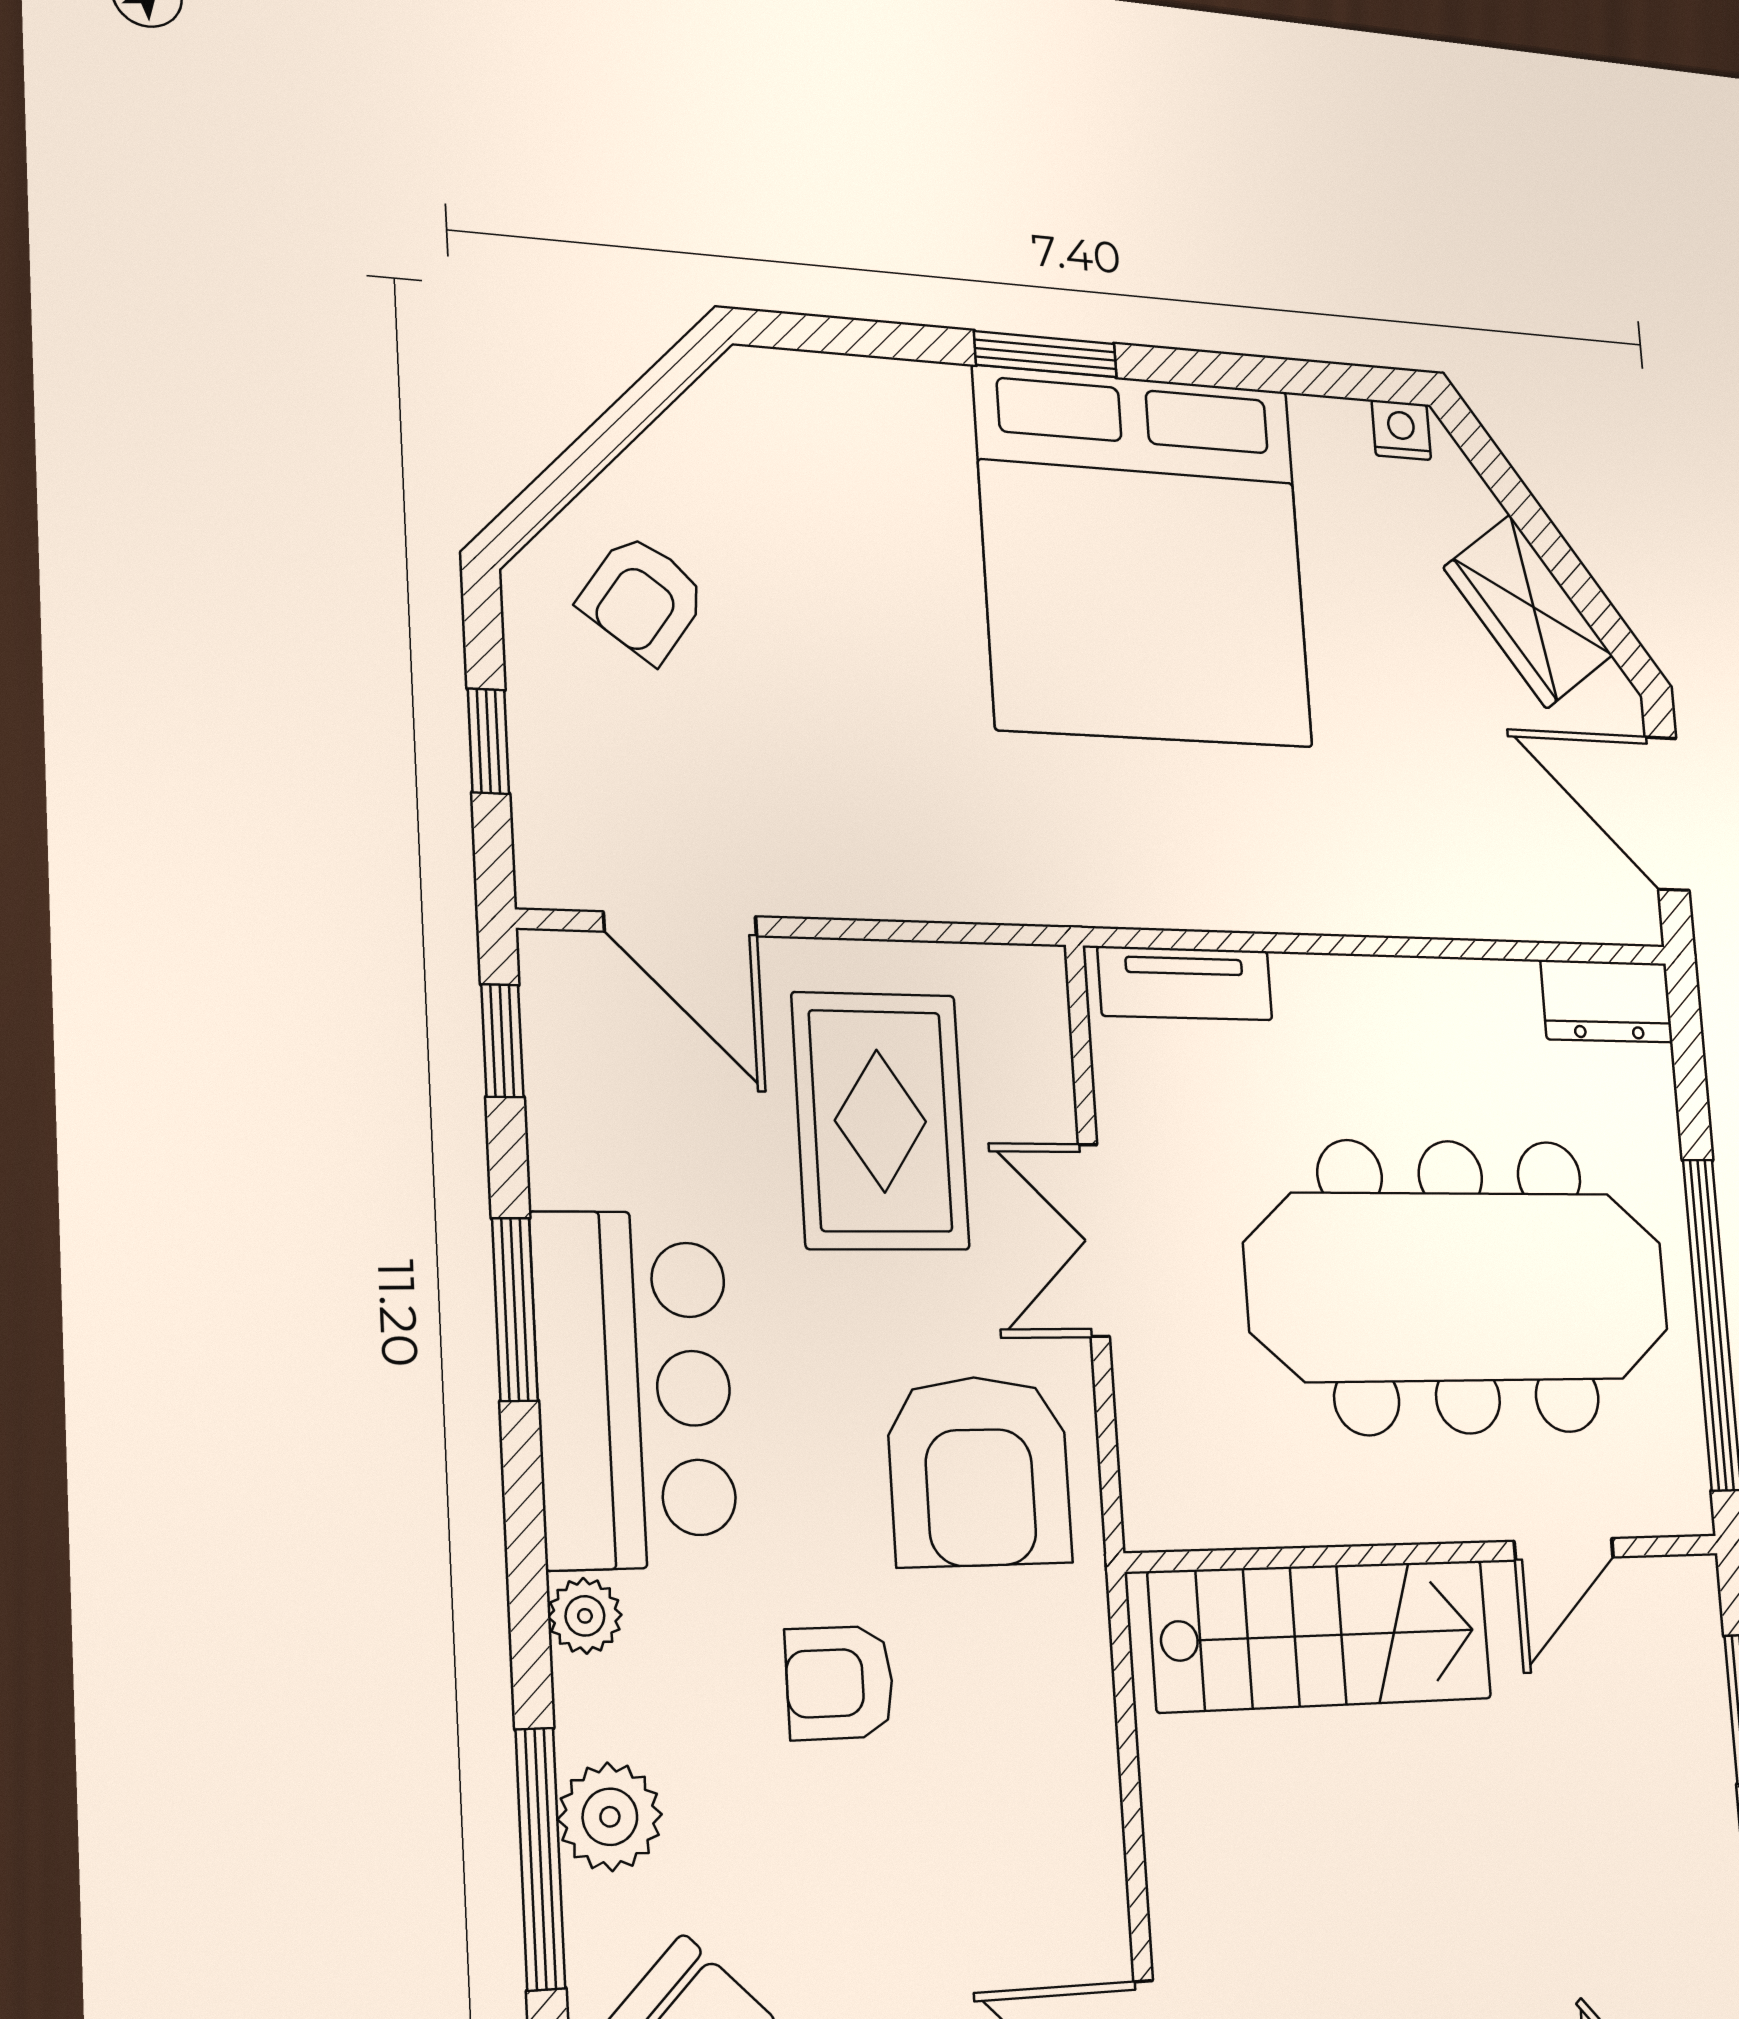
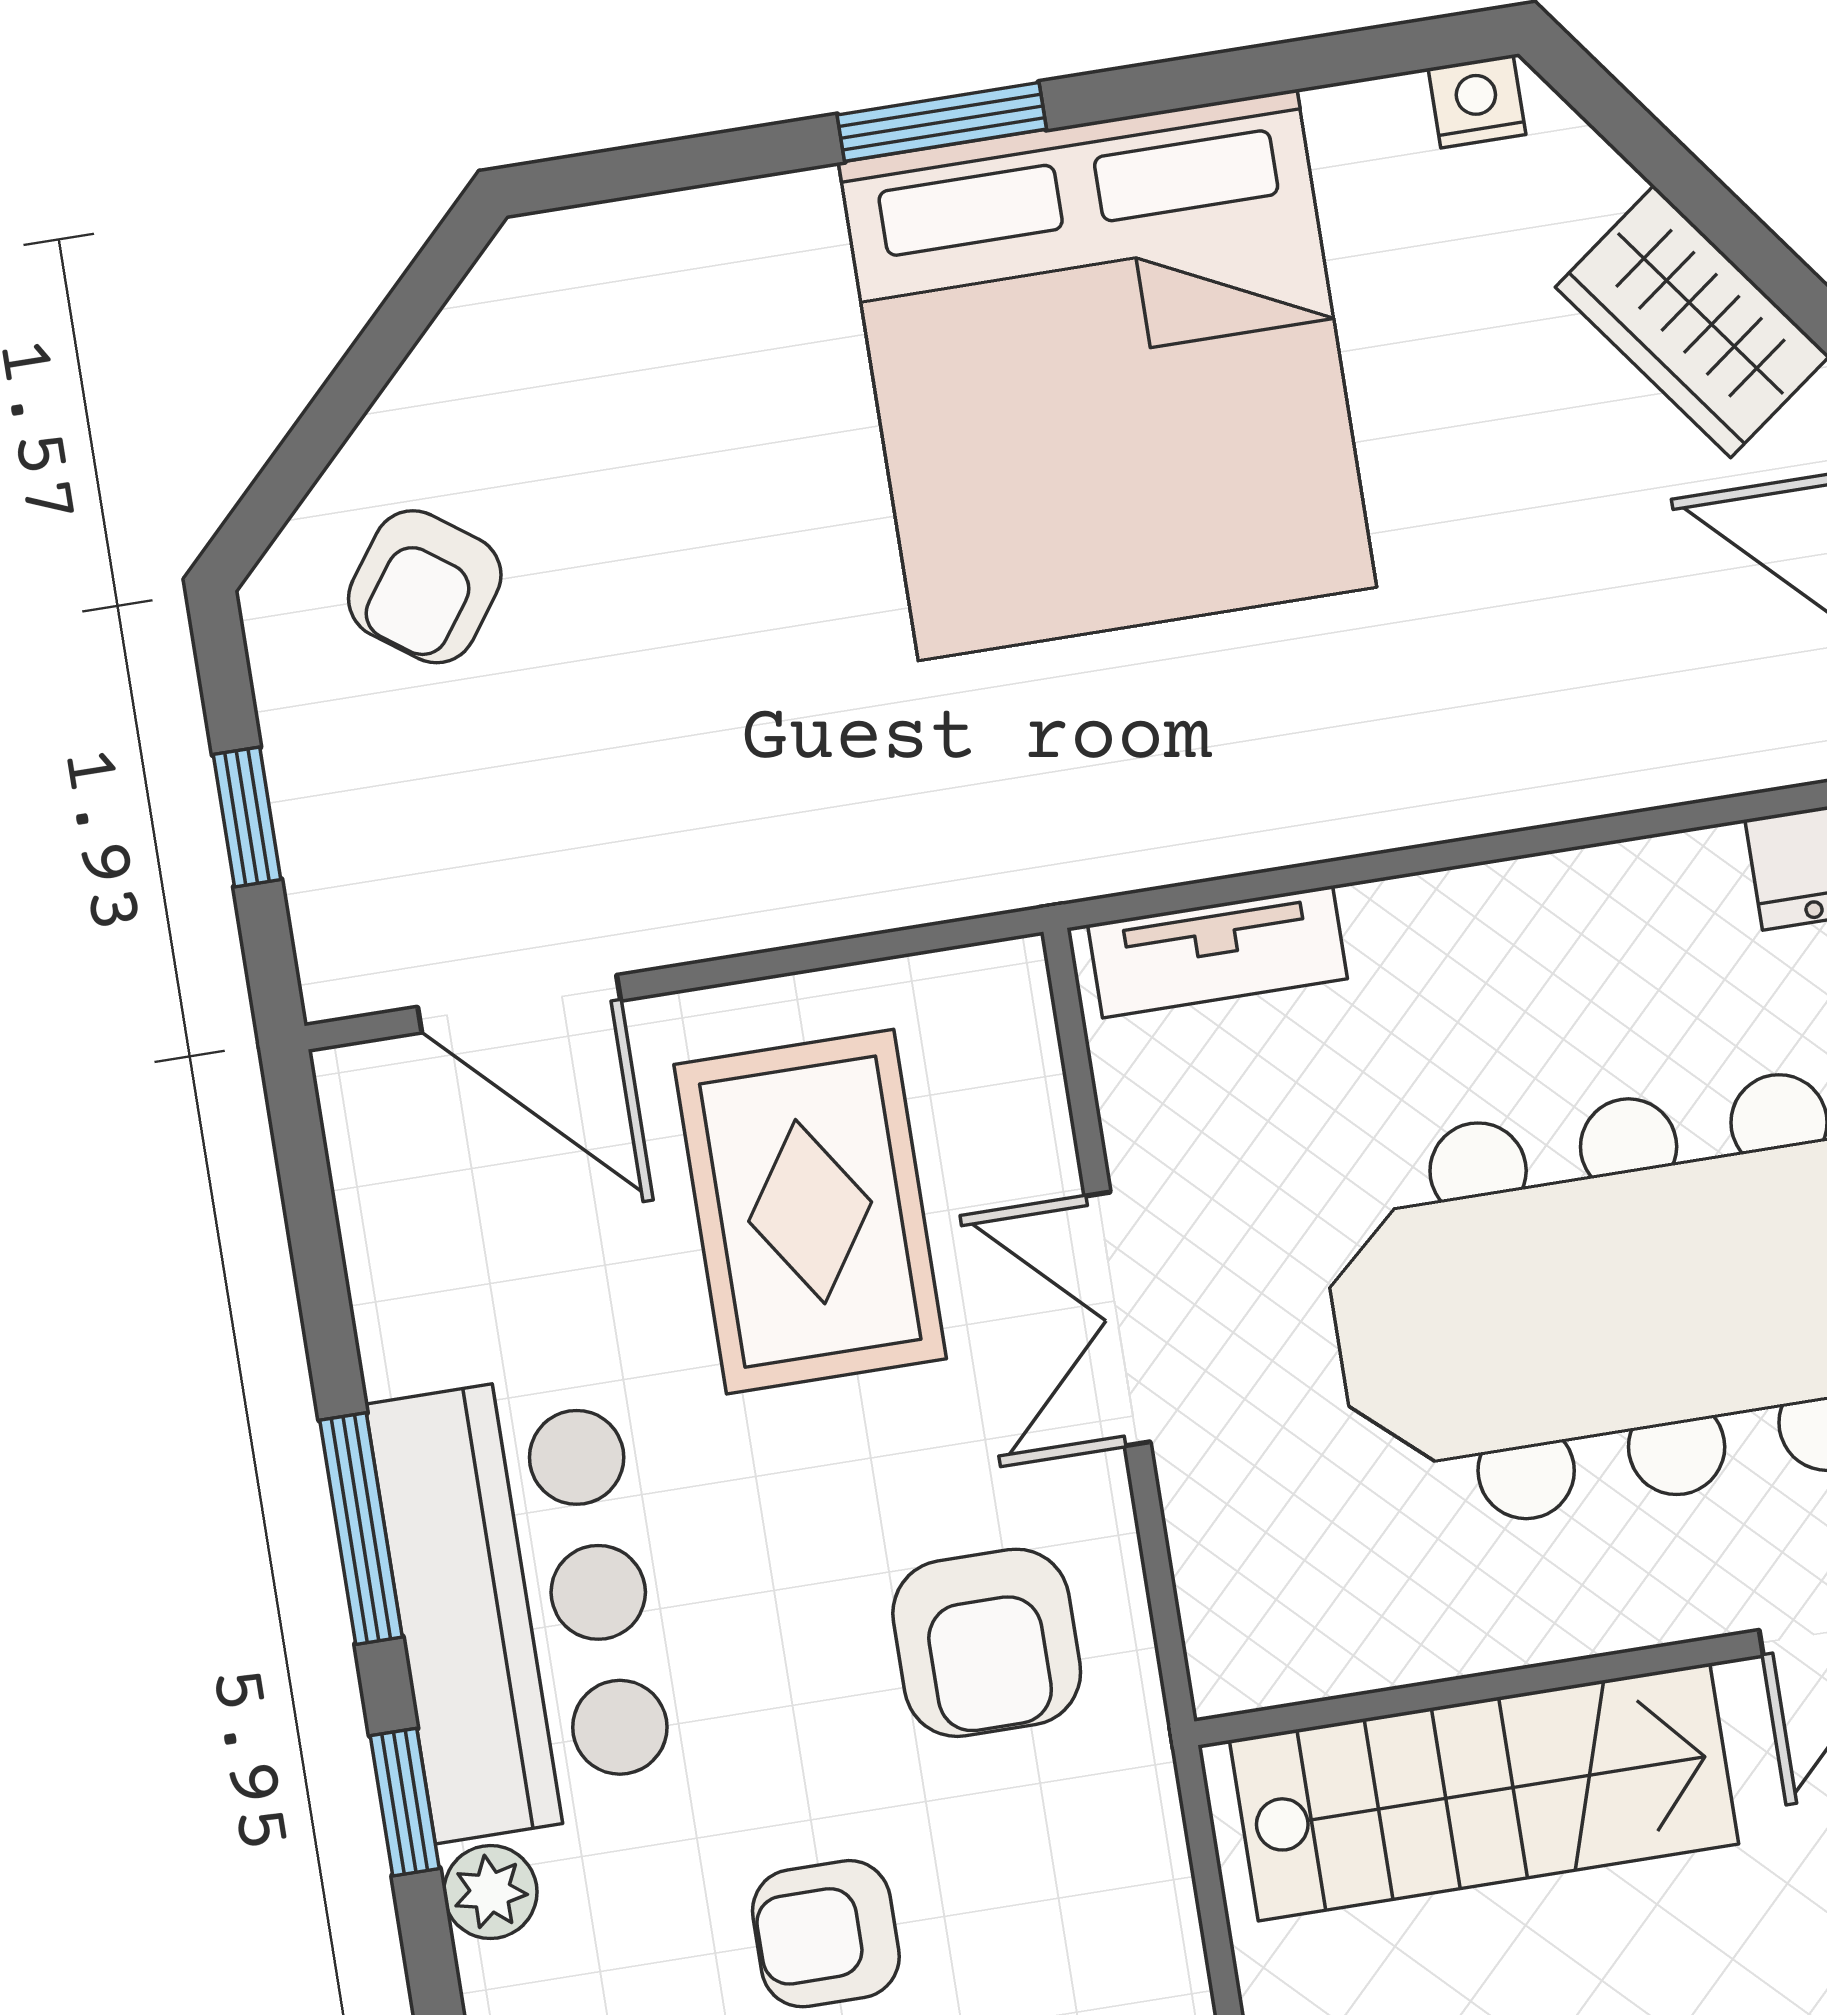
window: (502, 1041) -> (405, 1802), moved
armchair: (979, 1471) -> (987, 1643), width x0.73, depth x0.73

